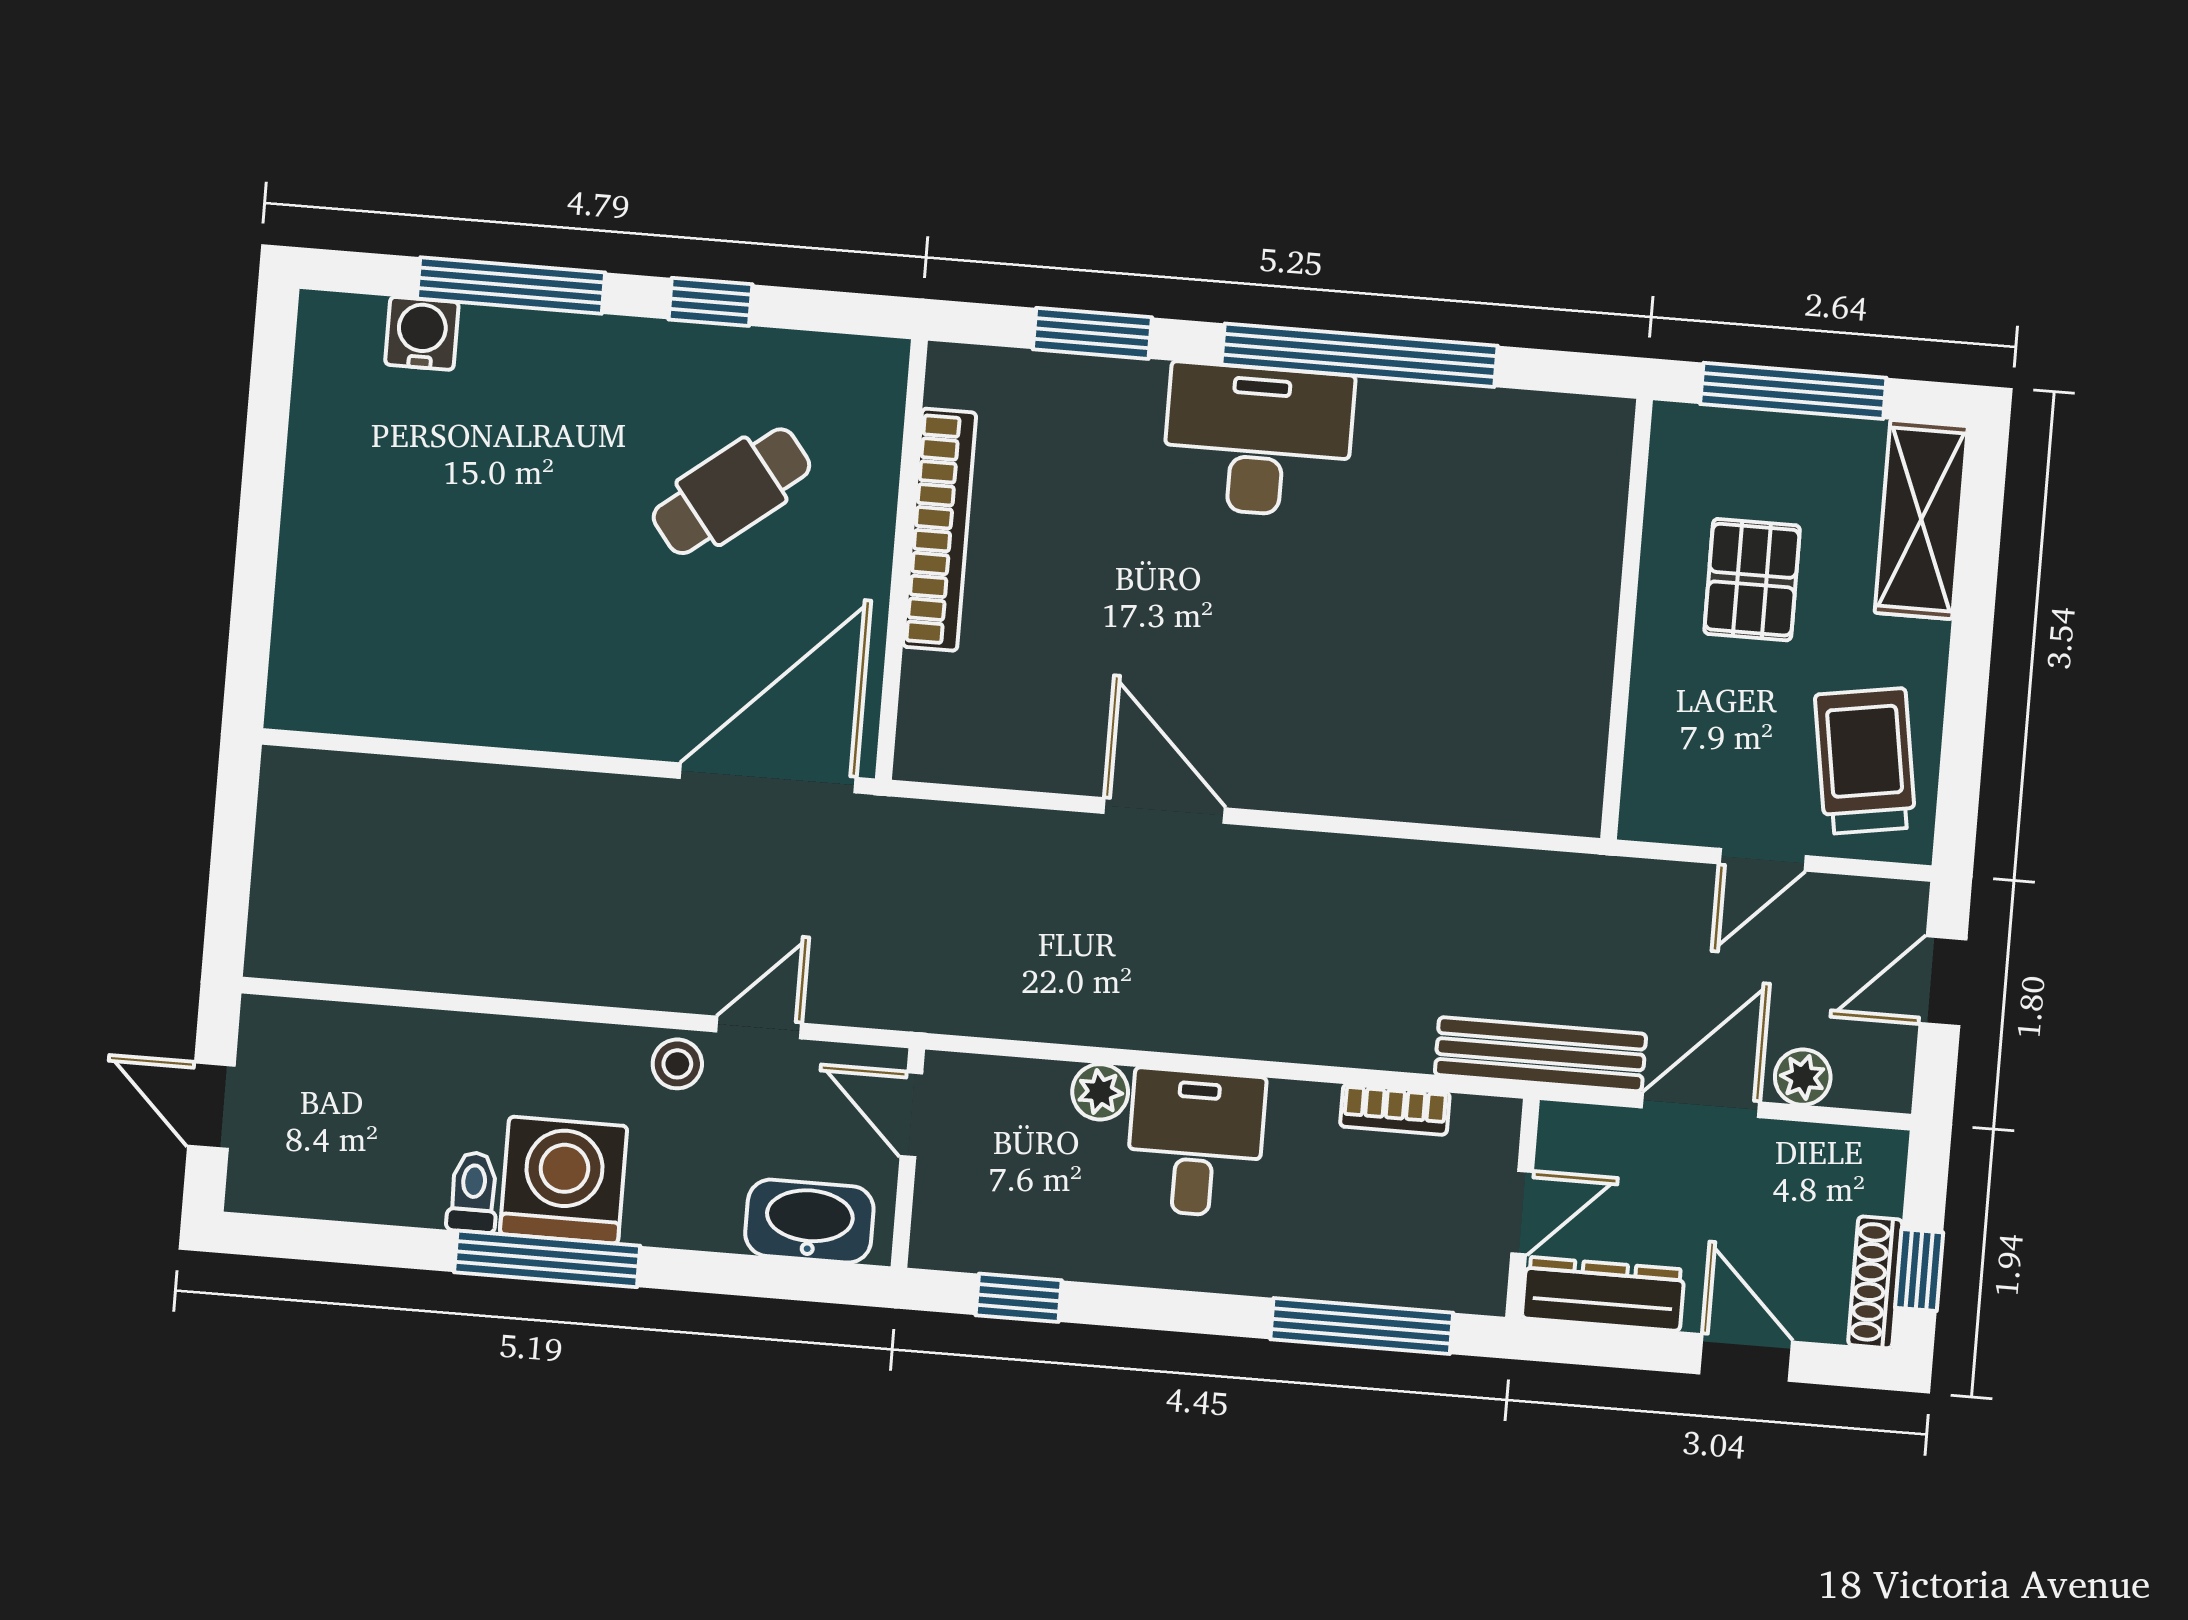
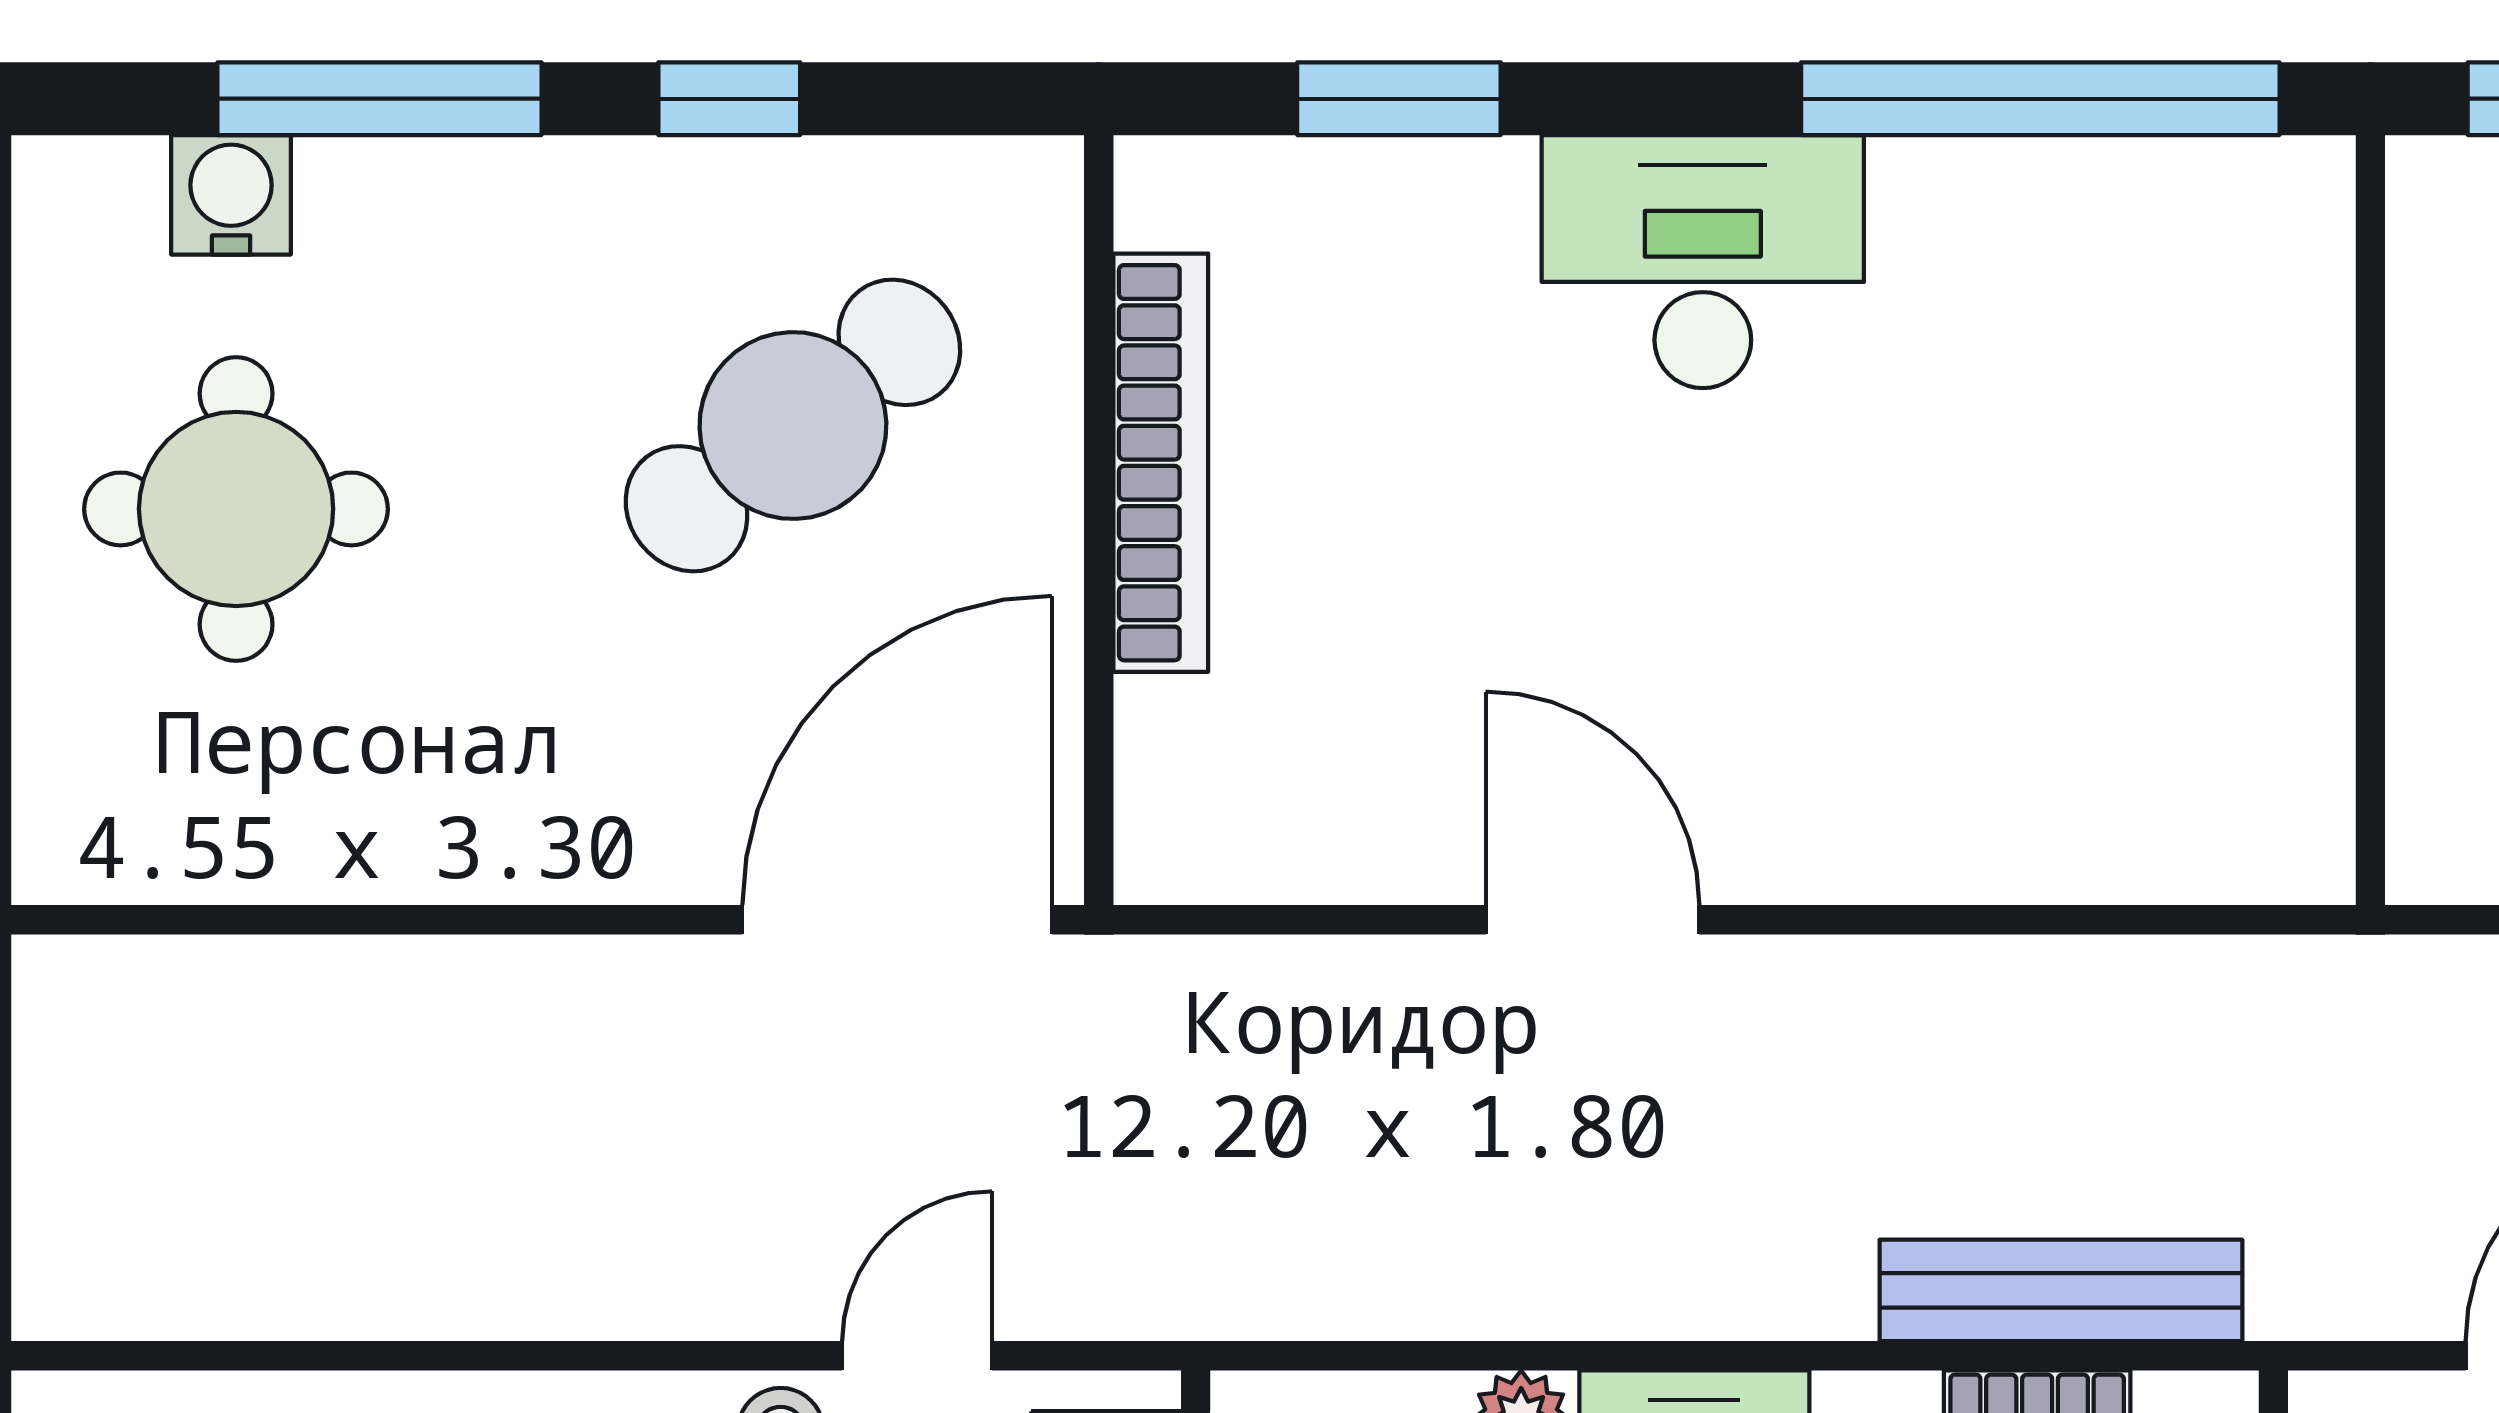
window: (1359, 355) -> (2040, 99), moved
cafe table: (731, 491) -> (793, 426), width x1.37, depth x1.35
round table: (410, 513) -> (236, 509), added
bench: (1540, 1054) -> (2061, 1290), moved

